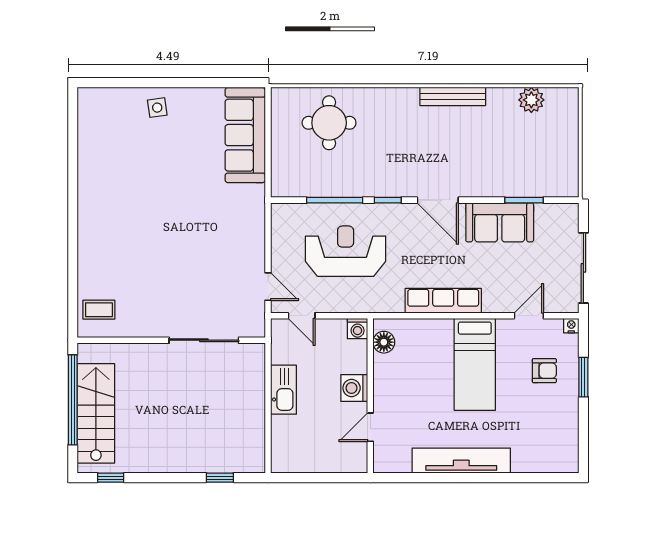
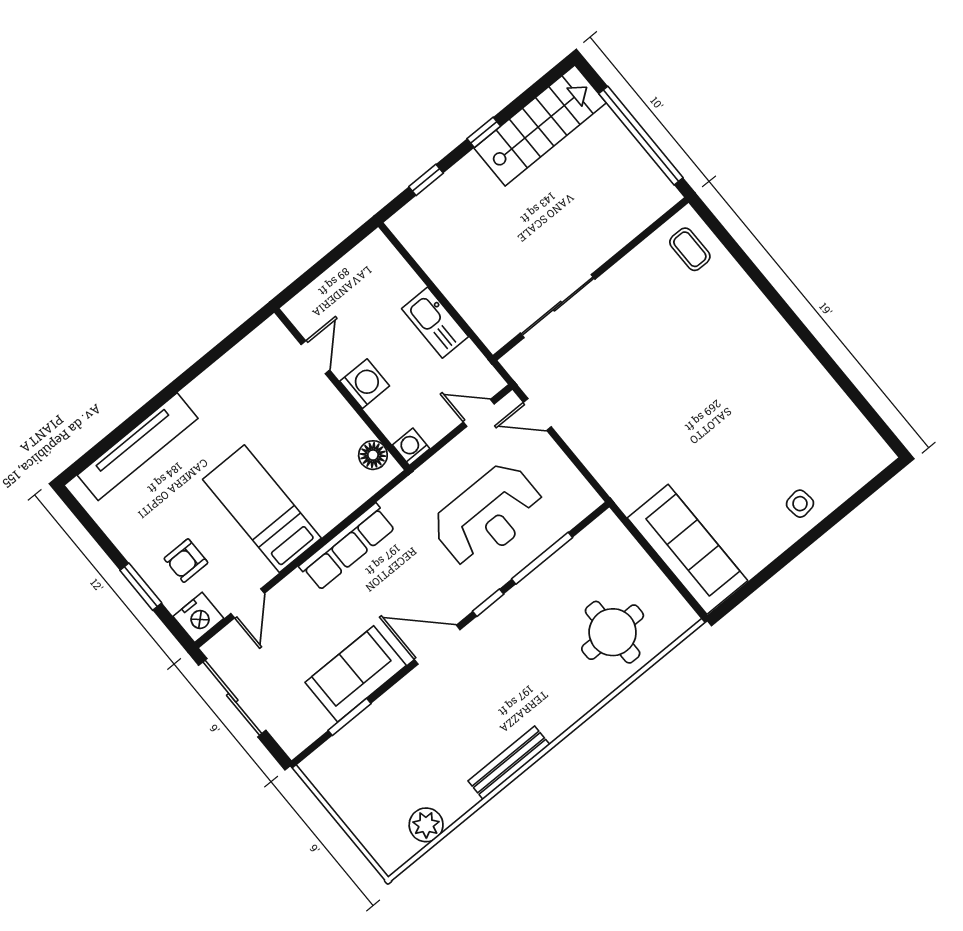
coffee table: (99, 310) -> (690, 249), turned 90
nightstand: (571, 326) -> (198, 617), width x1.89, depth x1.79
stairs: (96, 413) -> (540, 126), moved, turned -90
tv unit: (461, 461) -> (138, 447), moved
window: (111, 478) -> (484, 132), moved

